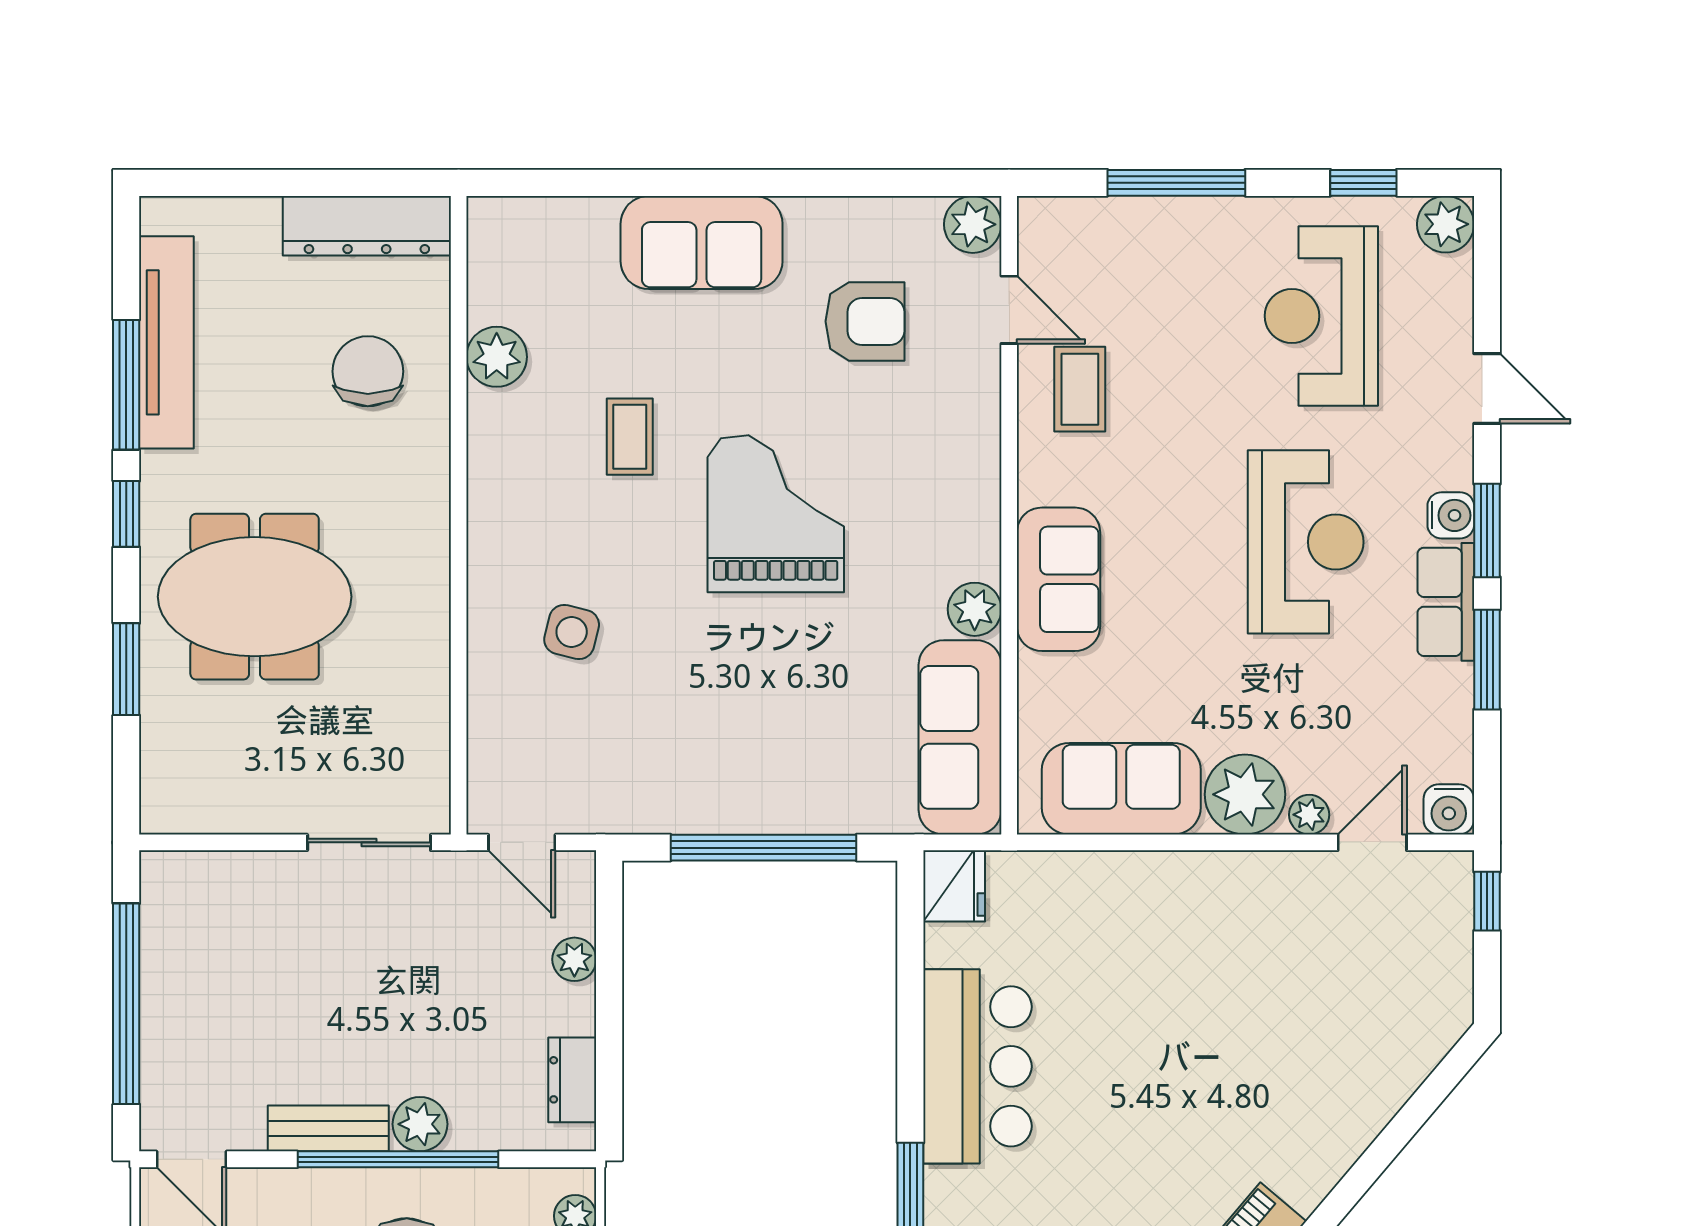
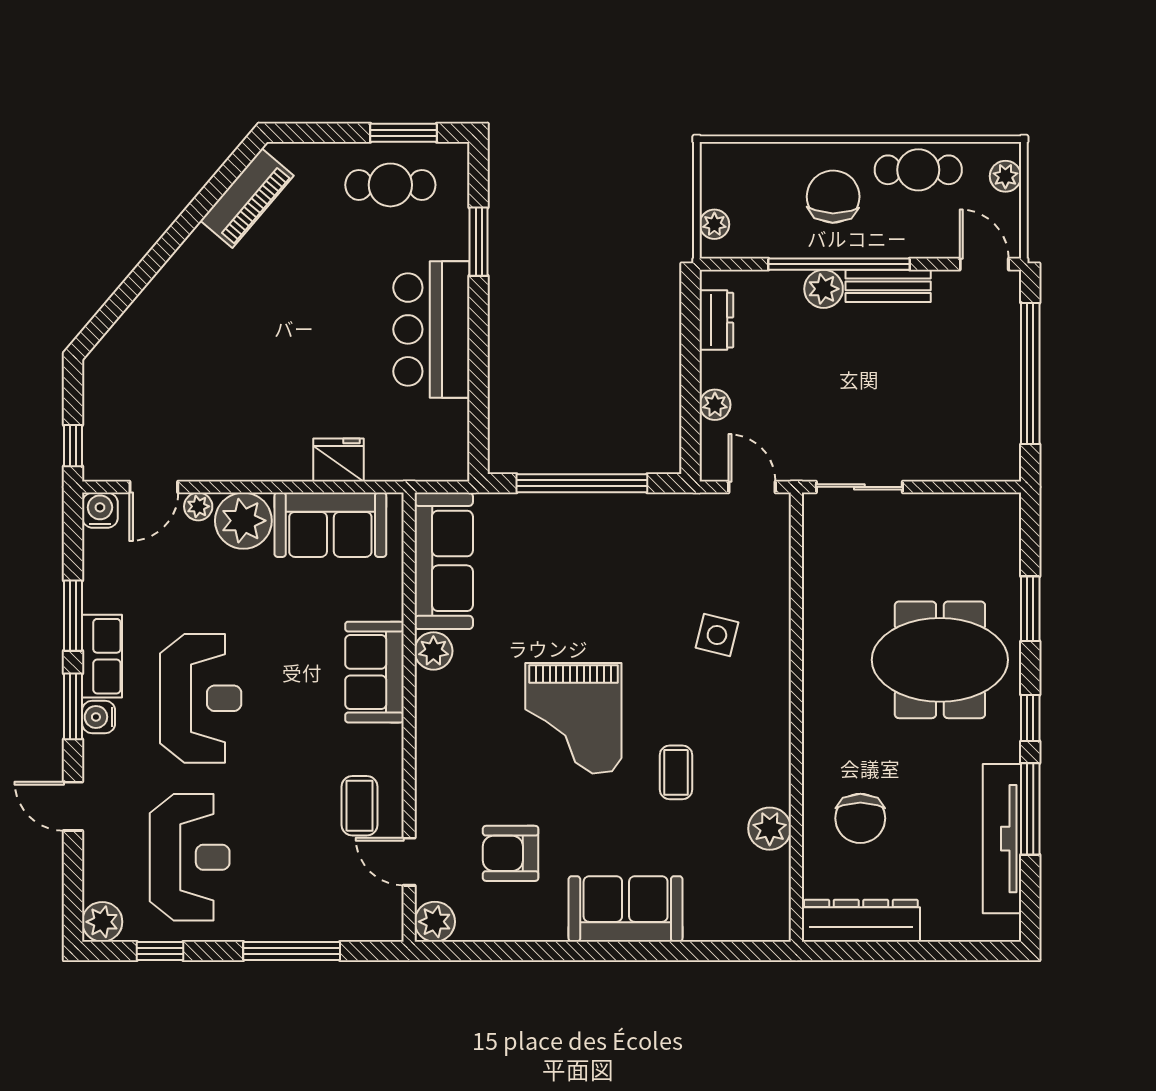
reception desk: (1306, 542) -> (201, 698), turned 180
fridge: (954, 886) -> (338, 460), moved, turned 90

